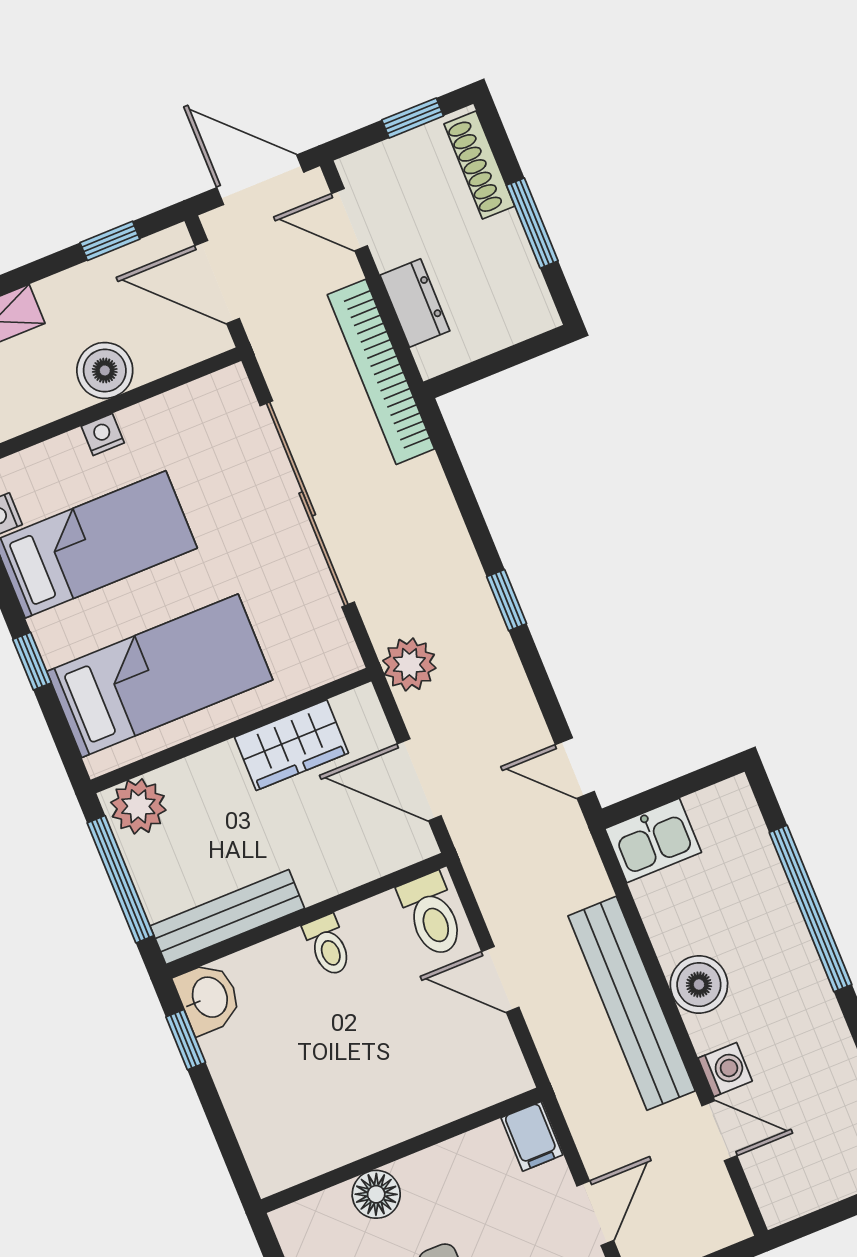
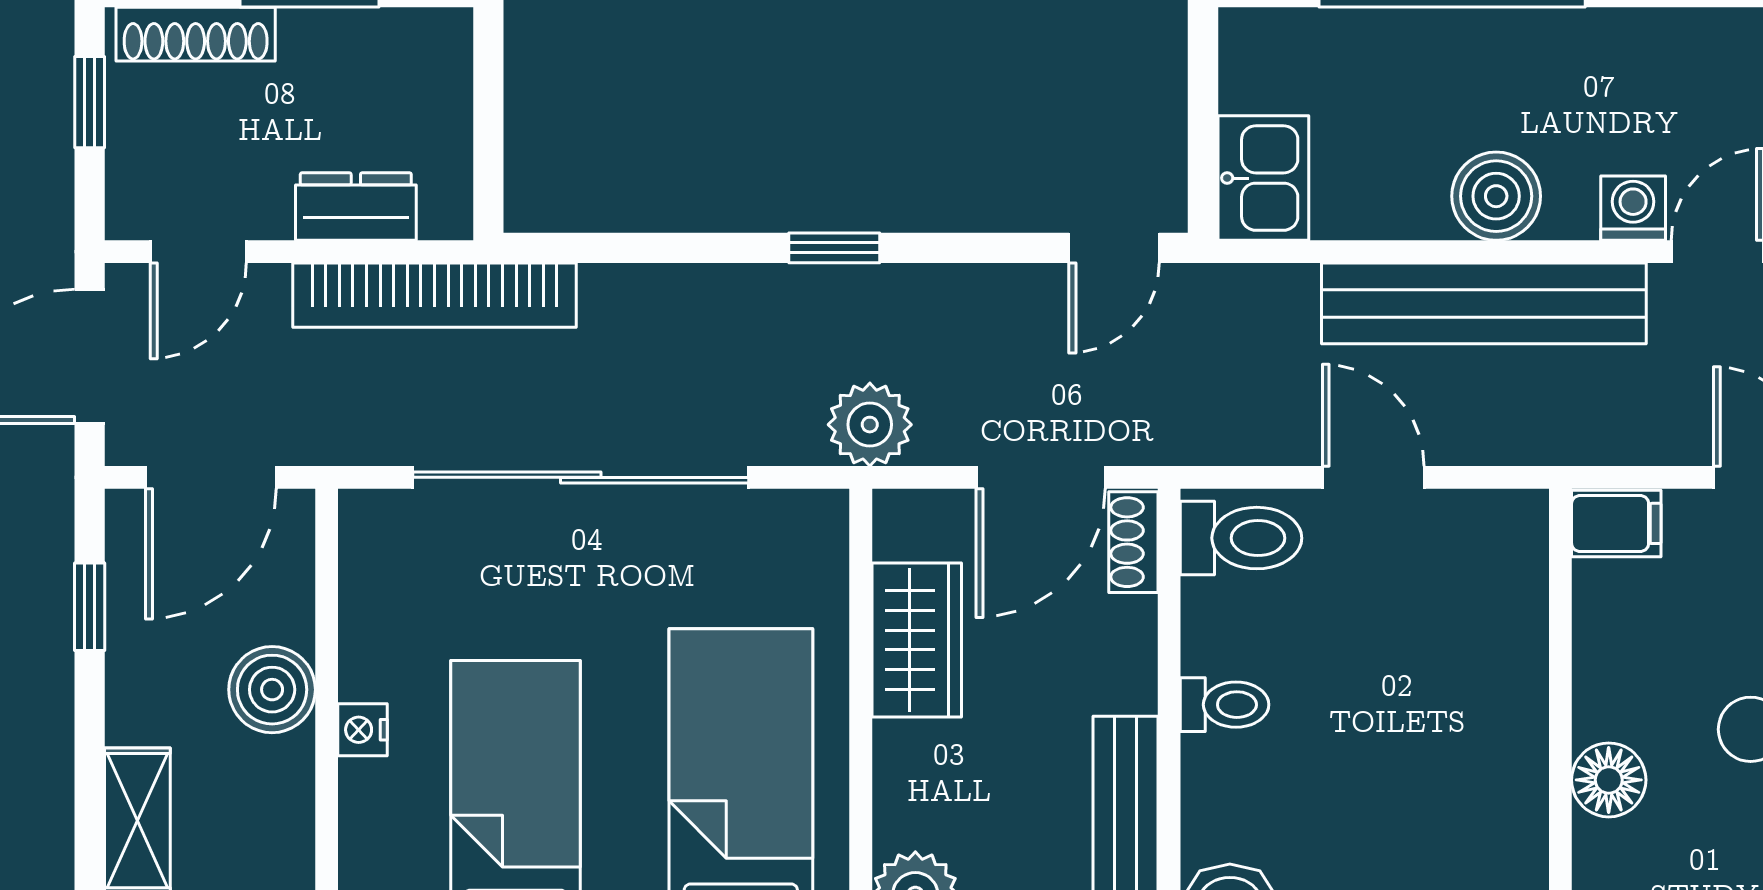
shoe rack: (403, 851) -> (1133, 542), added
door: (500, 979) -> (1373, 477), swing flipped

